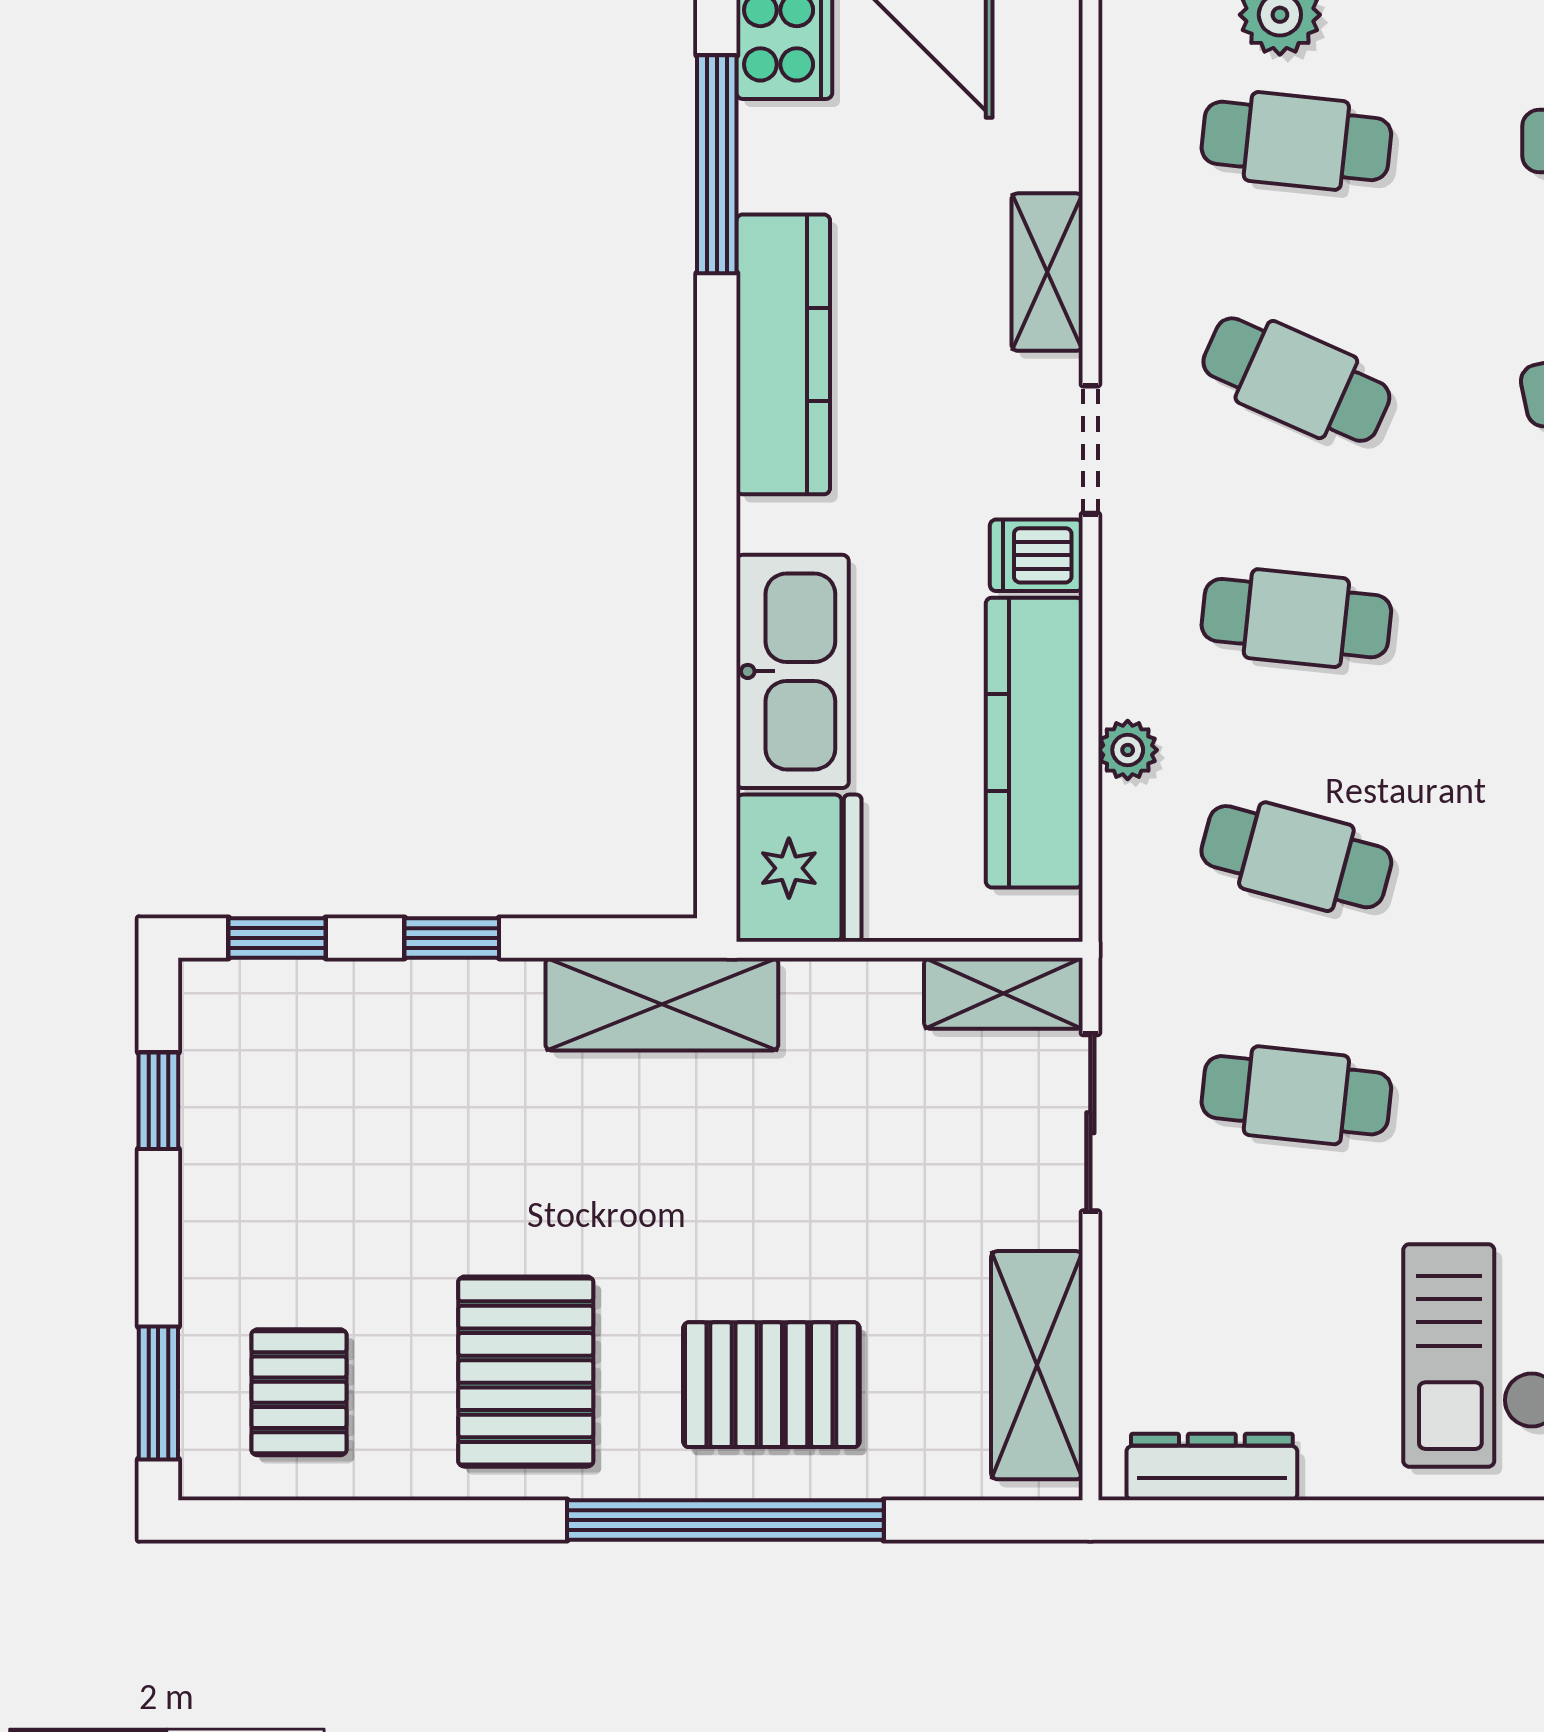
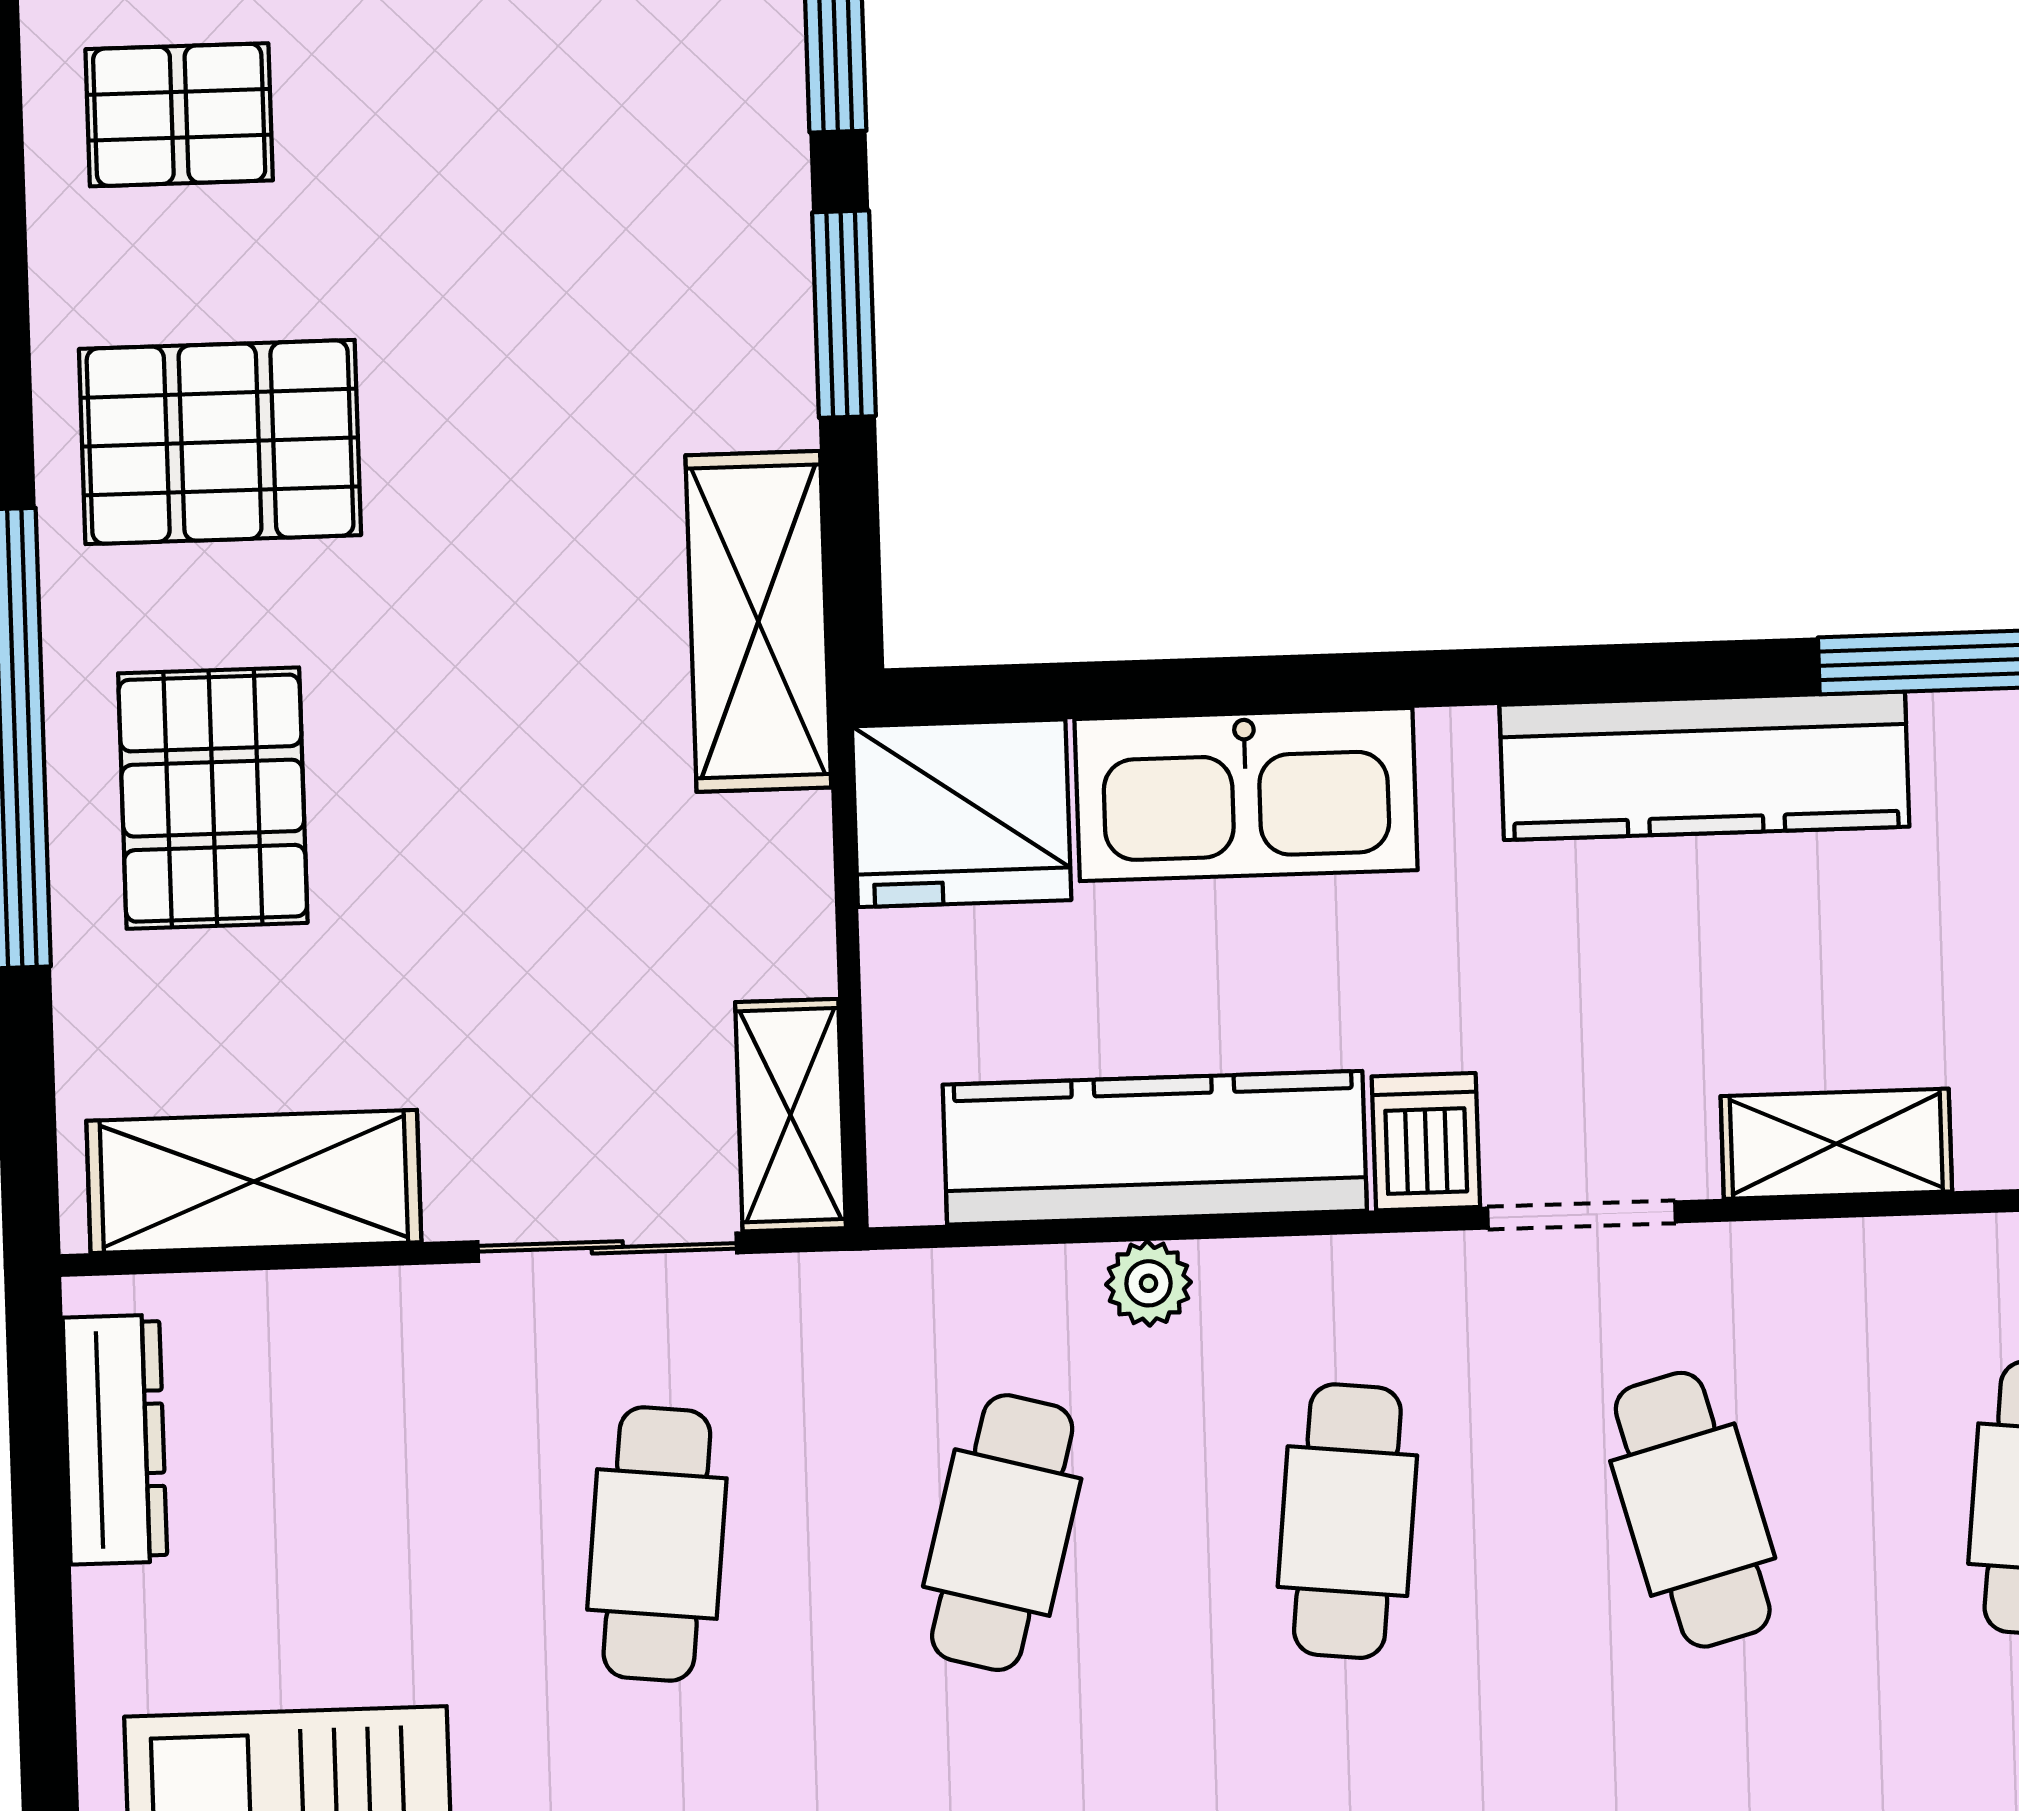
cafe table: (1296, 380) -> (1693, 1510), turned -39
window: (452, 938) -> (844, 314), width x1.50

